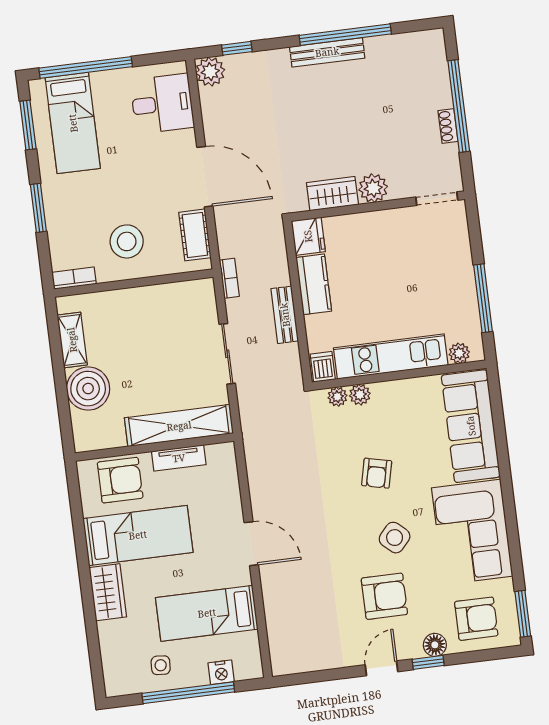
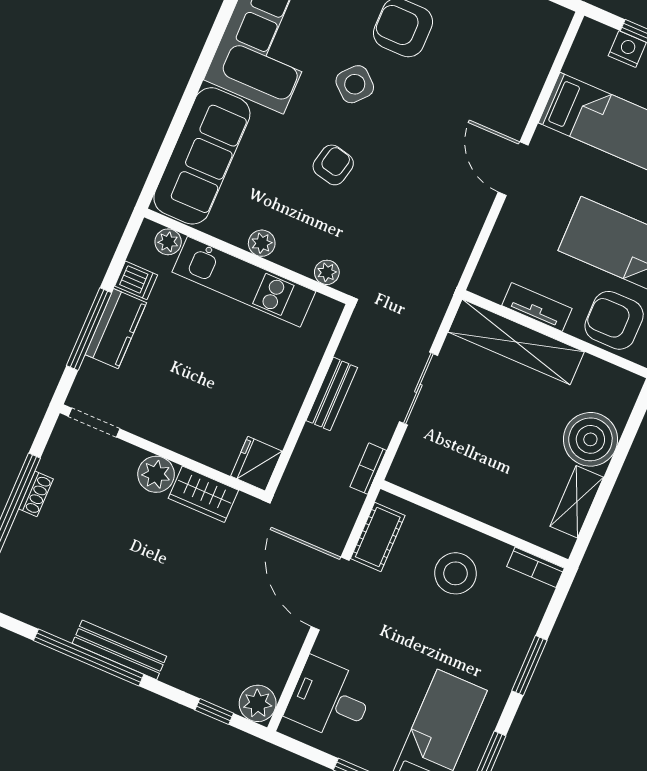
kitchen counter: (314, 284) -> (116, 329), moved, turned 180
window: (483, 298) -> (89, 329), moved
dishwasher: (323, 367) -> (136, 280), moved, turned -90
plant: (360, 395) -> (262, 243), moved

